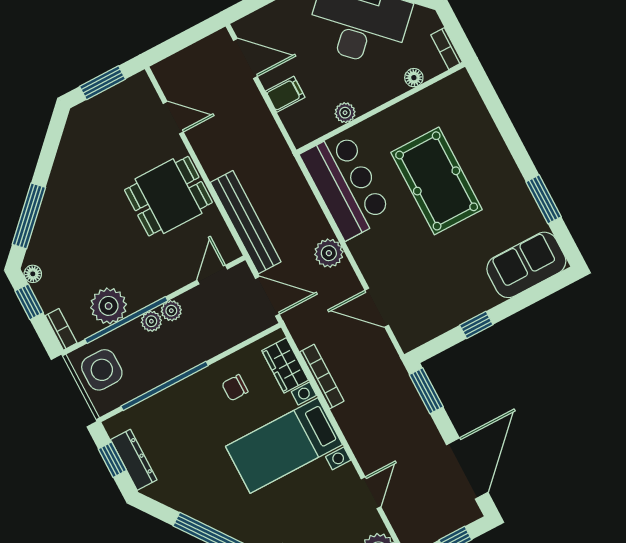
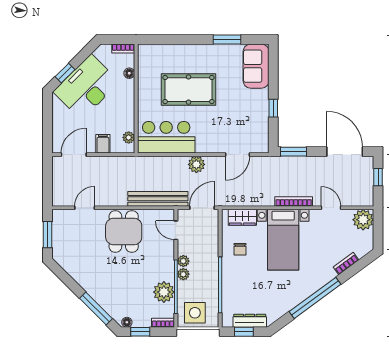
plant: (345, 113) -> (129, 137), moved
bookcase: (322, 376) -> (294, 201), moved

